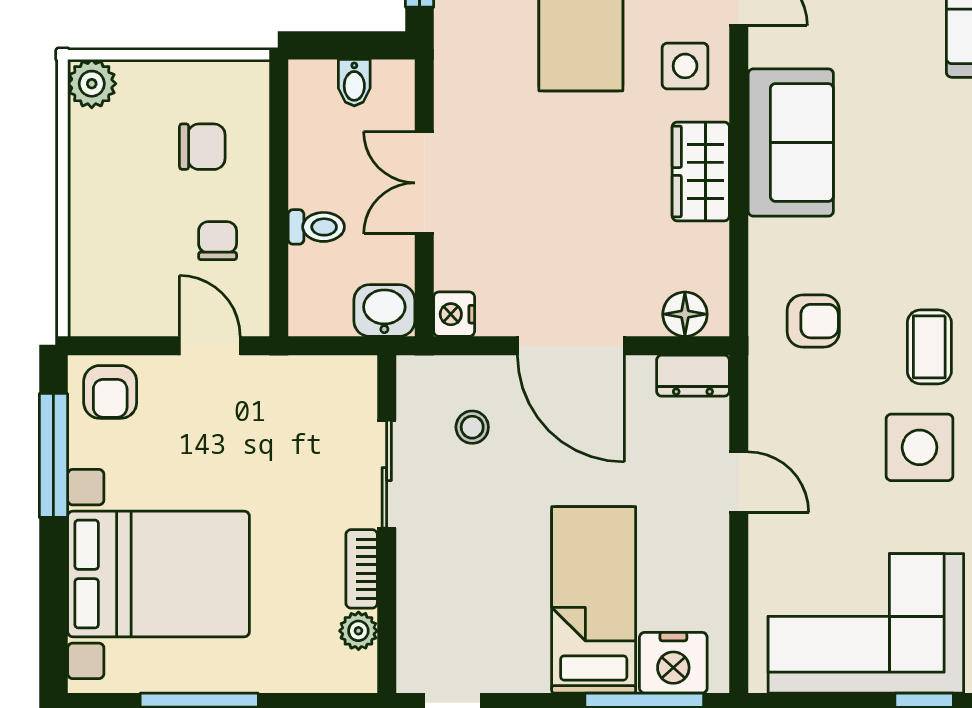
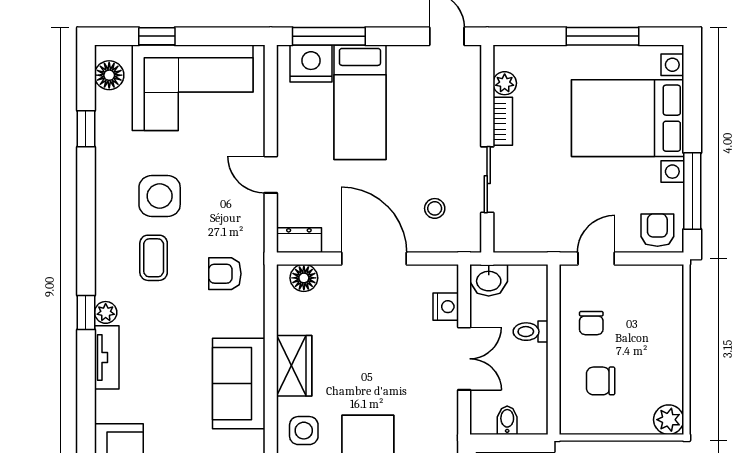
nightstand: (454, 314) -> (446, 307), moved
door: (210, 346) -> (596, 258), swing flipped

